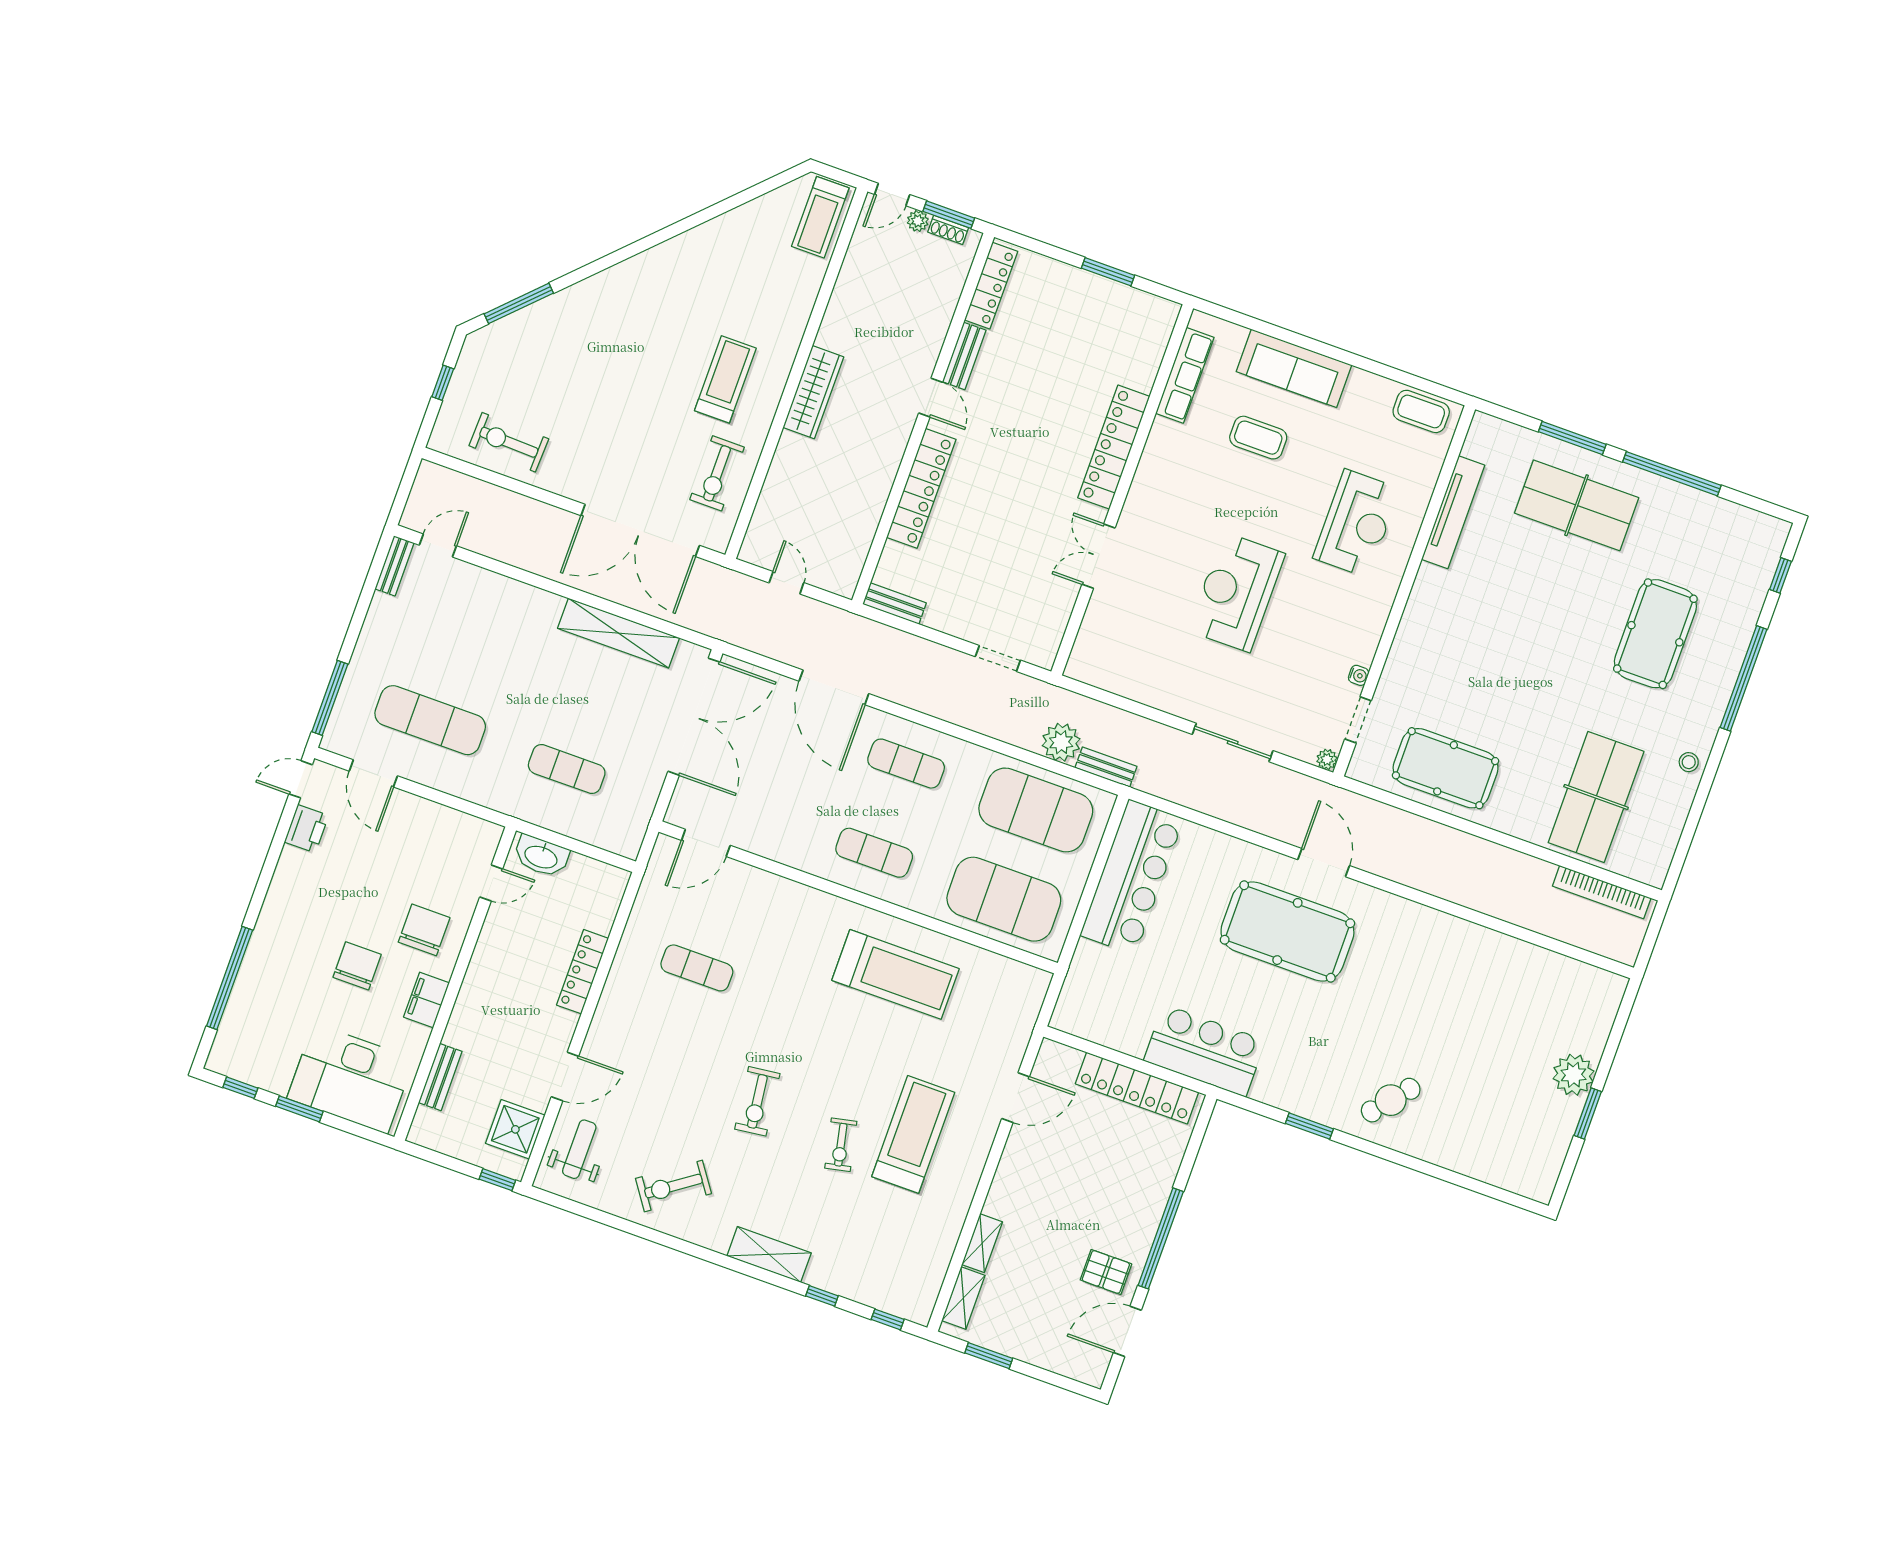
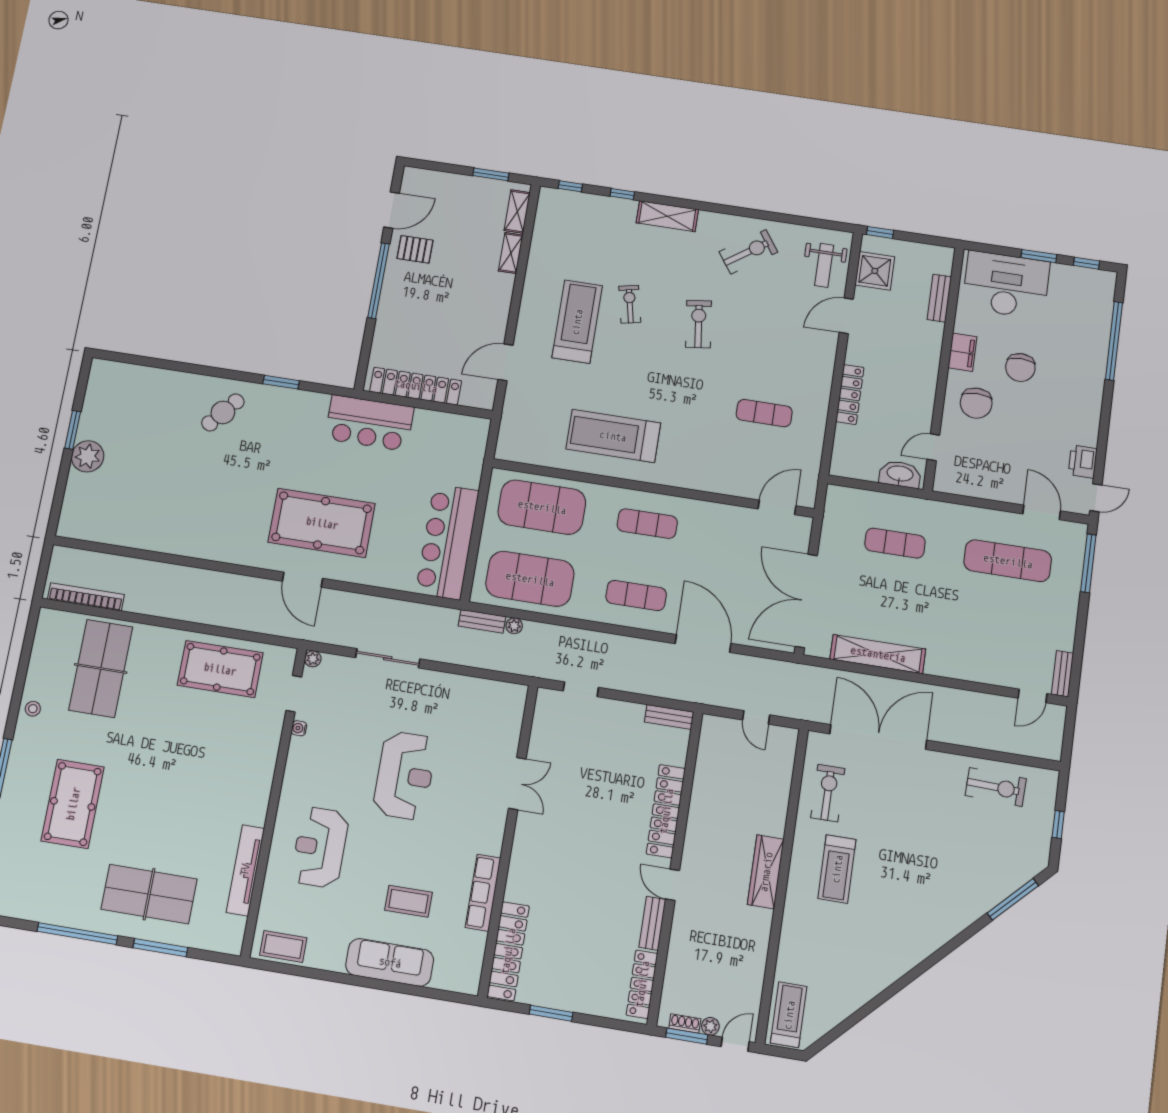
row of seats: (1185, 375) -> (483, 893), moved
locker: (1114, 447) -> (508, 951), moved
plant: (1061, 742) -> (514, 626), width x0.53, depth x0.53
treadmill: (913, 1134) -> (577, 322), turned 180

